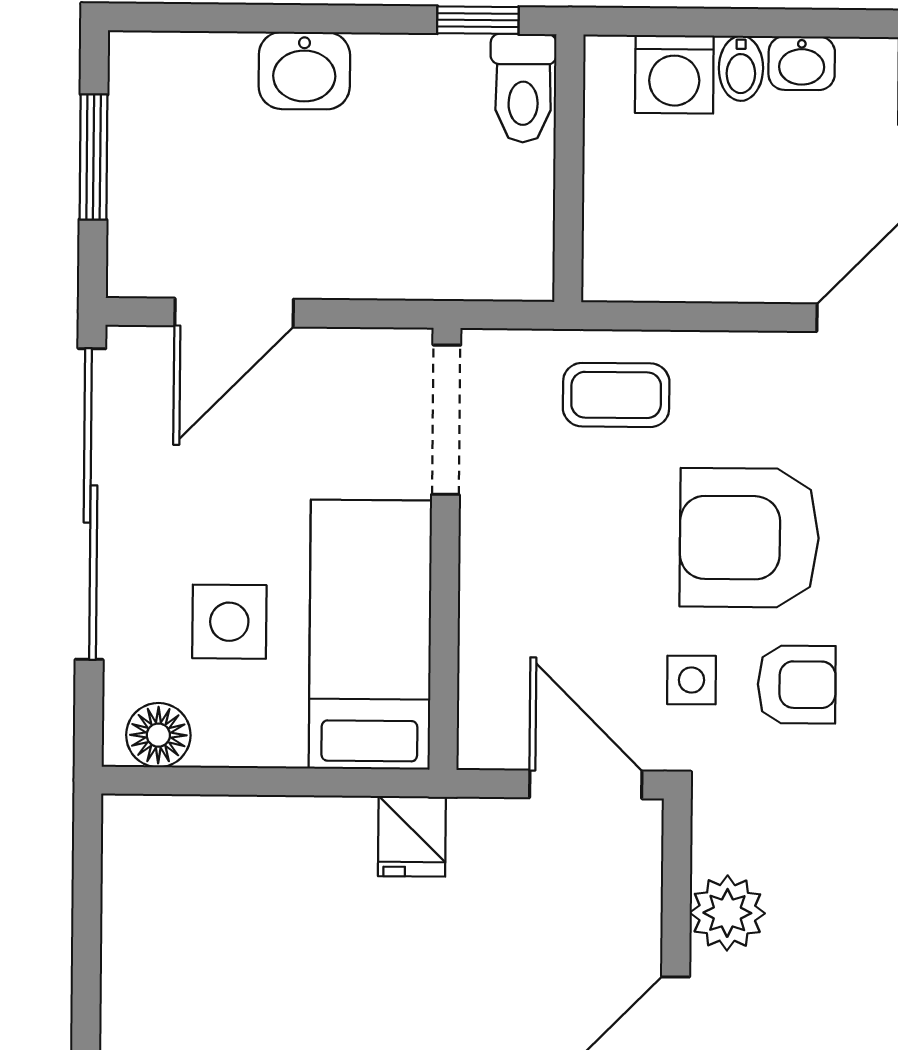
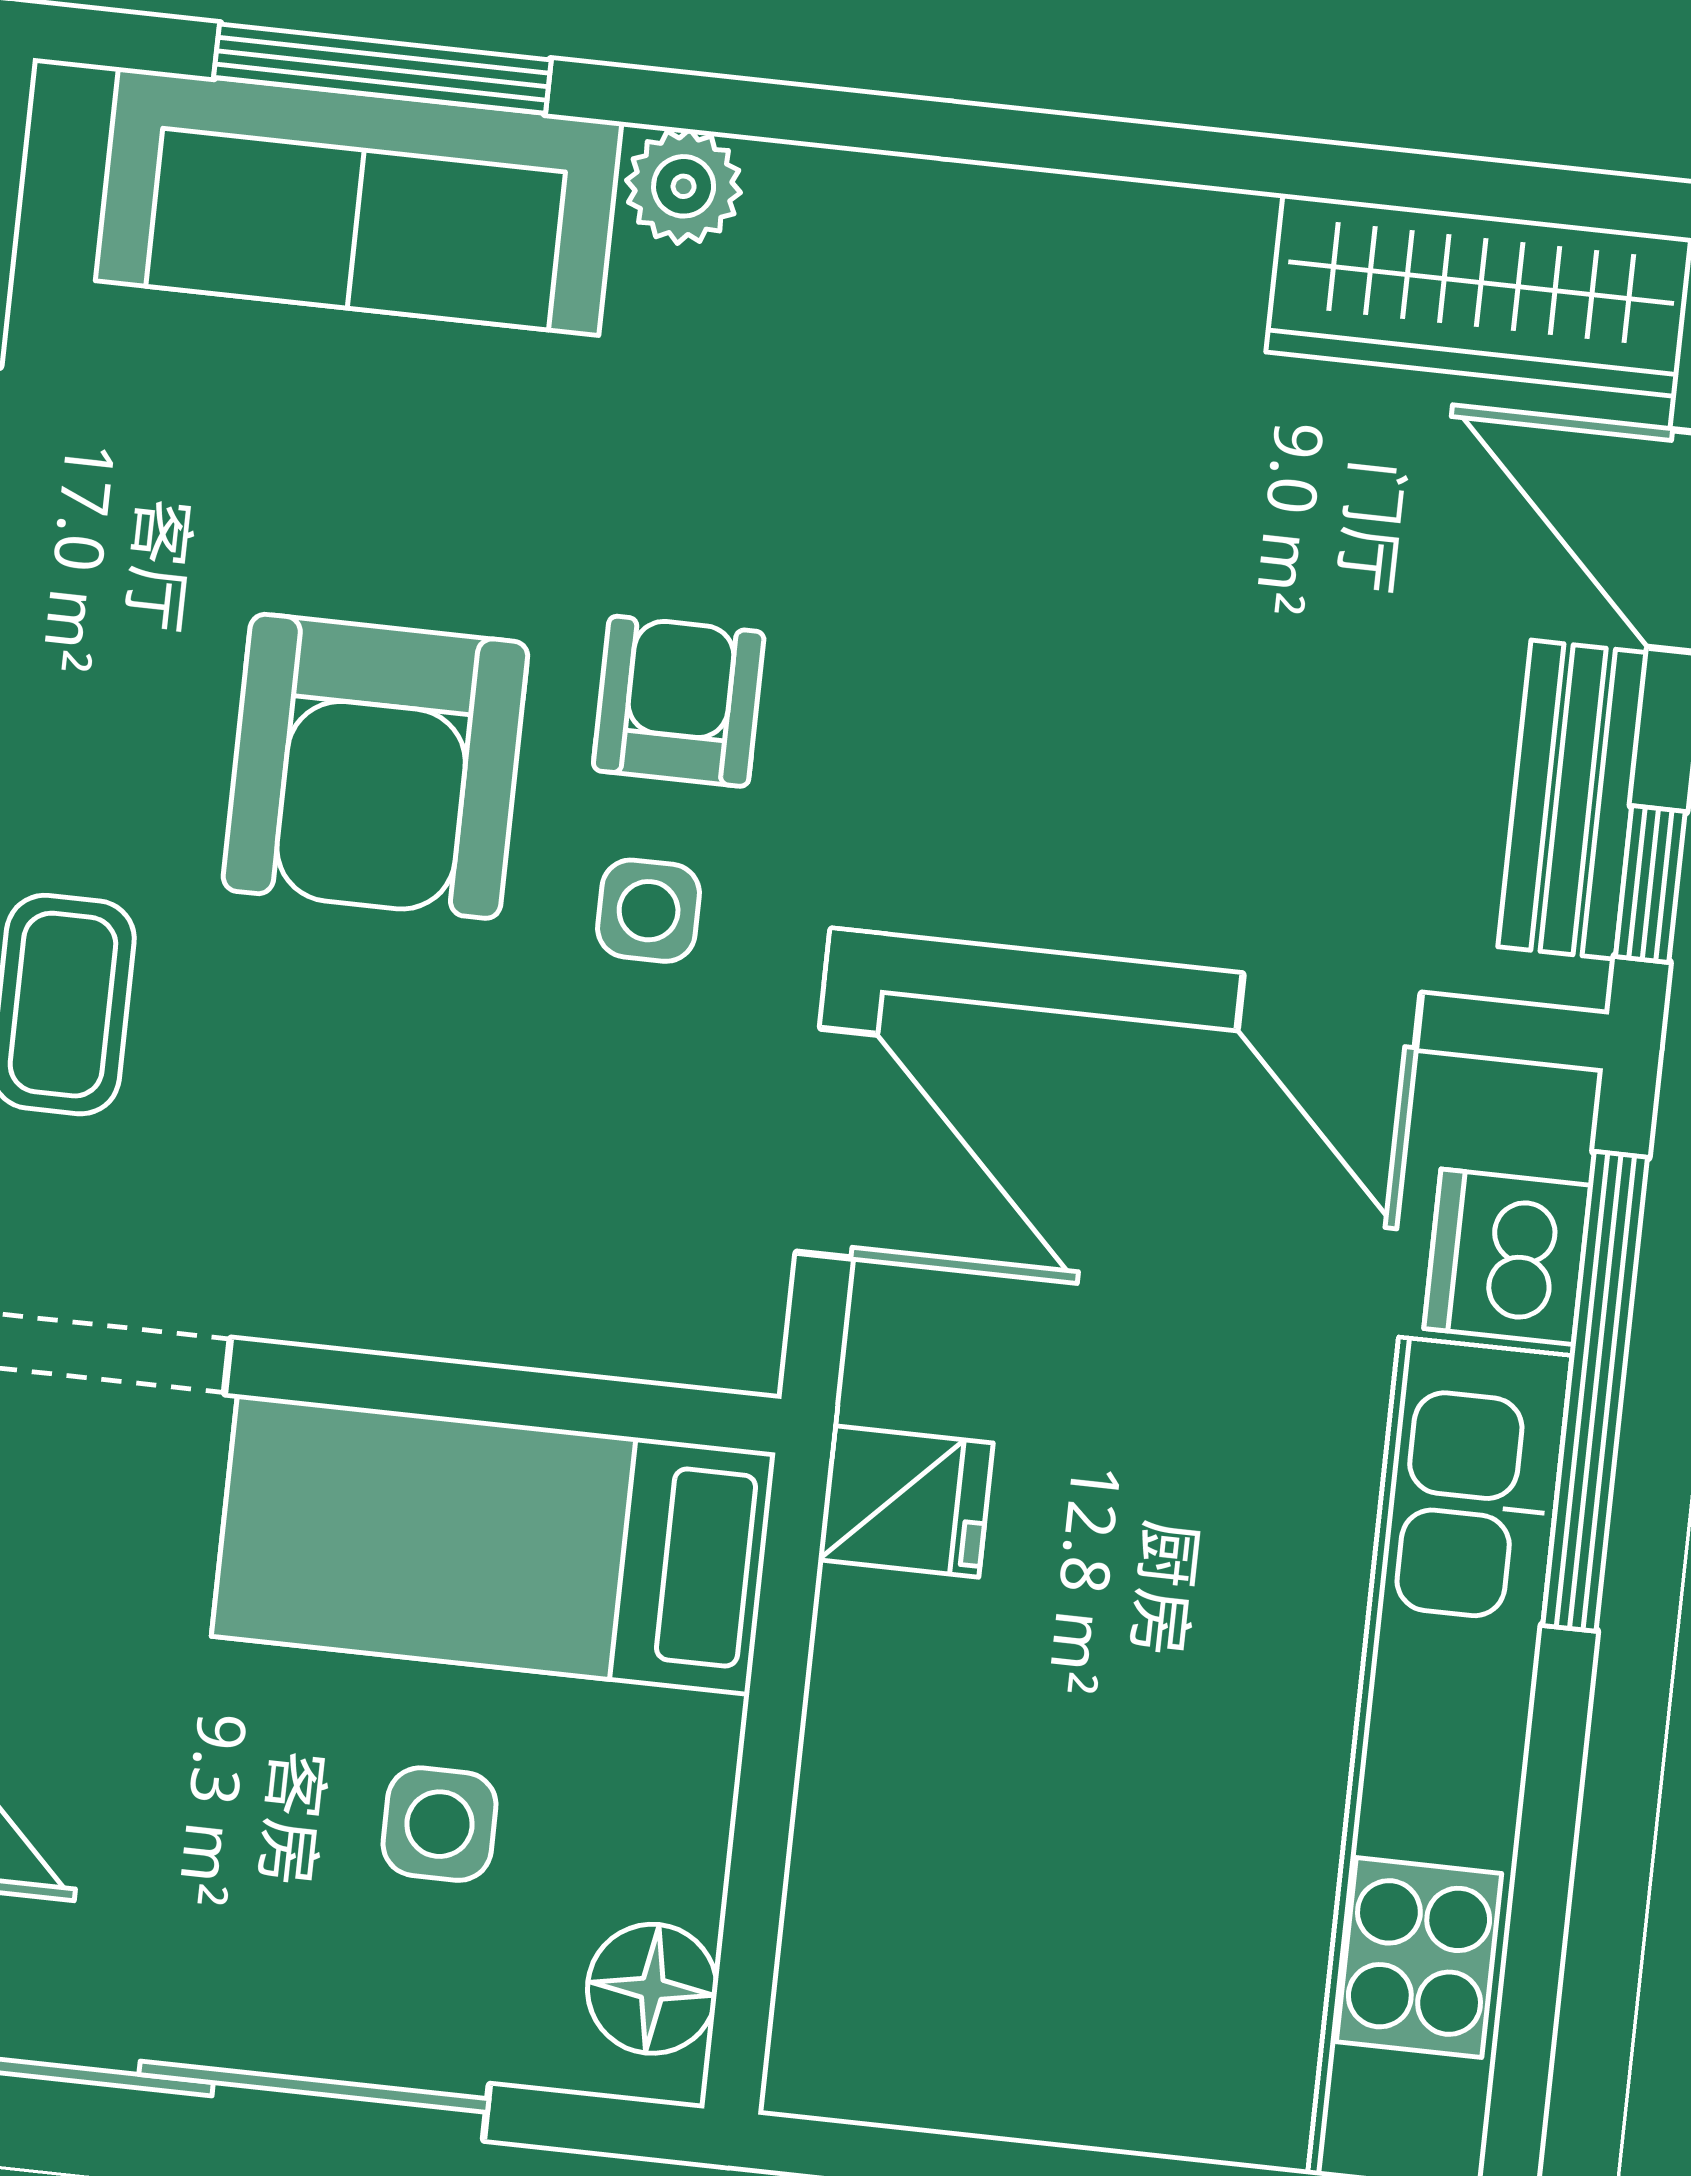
side table: (229, 622) -> (439, 1824), width x0.73, depth x0.73
door: (586, 784) -> (836, 1143), swing flipped
plant: (727, 913) -> (1122, 886), removed

